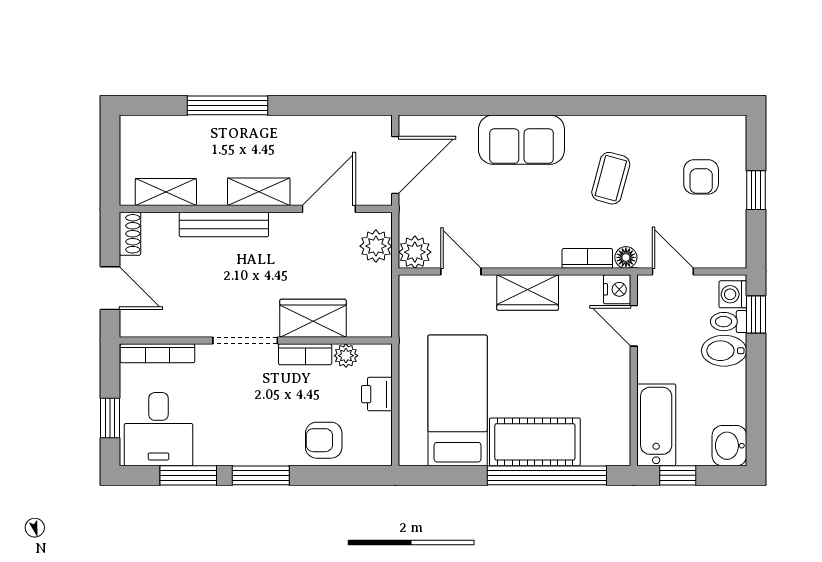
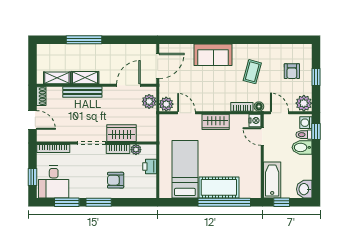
shelving: (259, 192) -> (85, 78), moved
plant: (728, 250) -> (304, 103), added
armchair: (324, 440) -> (116, 180), moved

